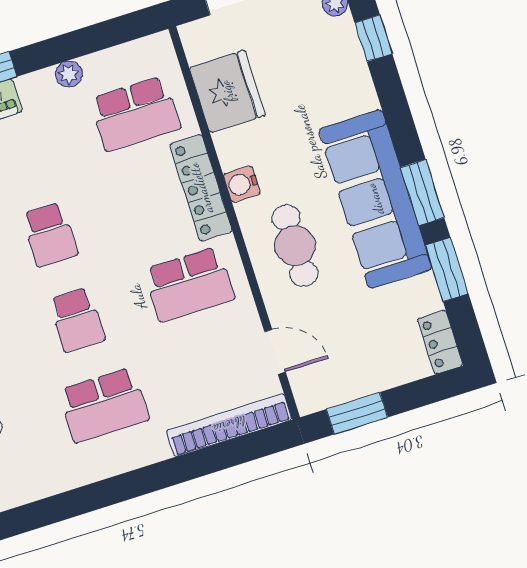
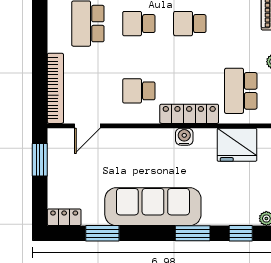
window: (422, 192) -> (193, 233), moved
cafe table: (295, 246) -> (142, 155), removed
school desk: (189, 284) -> (139, 91), width x0.54

